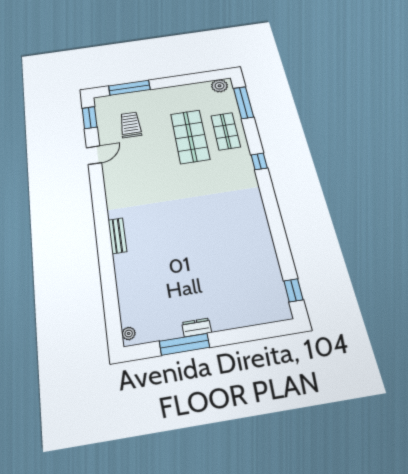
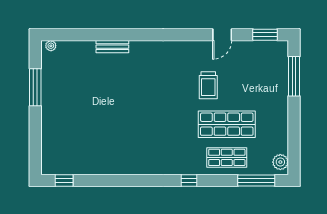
trolley: (130, 125) -> (208, 85), moved, turned 90
door: (94, 155) -> (222, 35), hinge flipped
bench: (117, 236) -> (112, 47), moved
dresser: (197, 327) -> (47, 99), removed

